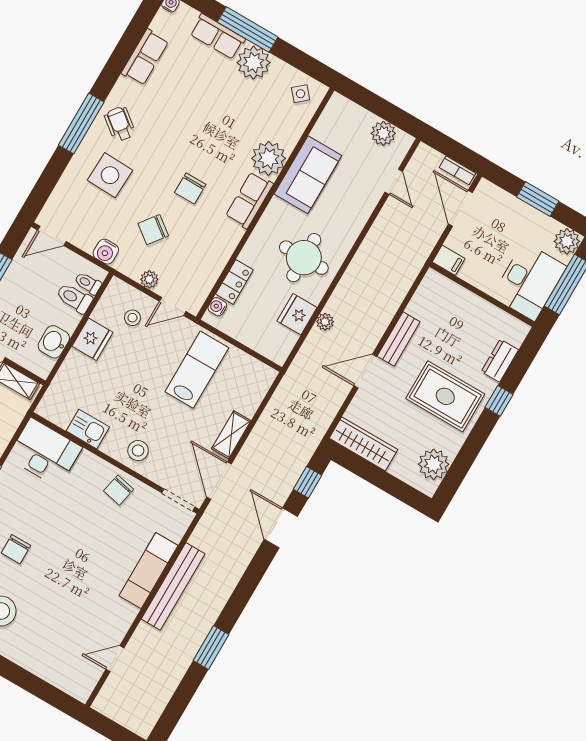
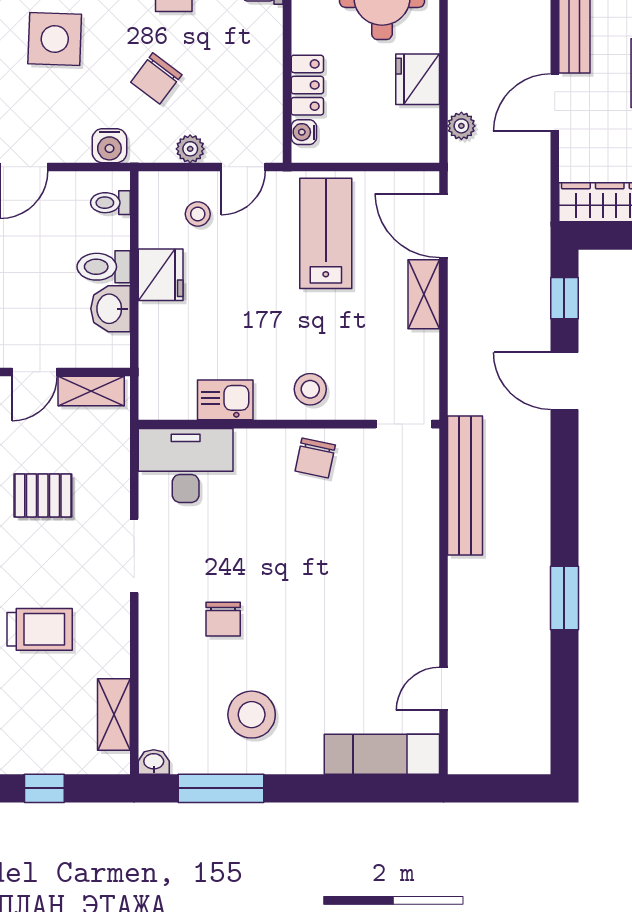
toilet: (74, 298) -> (104, 267), moved
plant: (325, 322) -> (461, 126), moved
door: (219, 481) -> (443, 226), moved
exam couch: (148, 571) -> (382, 754), moved, turned 90
bench: (173, 586) -> (465, 485), moved

